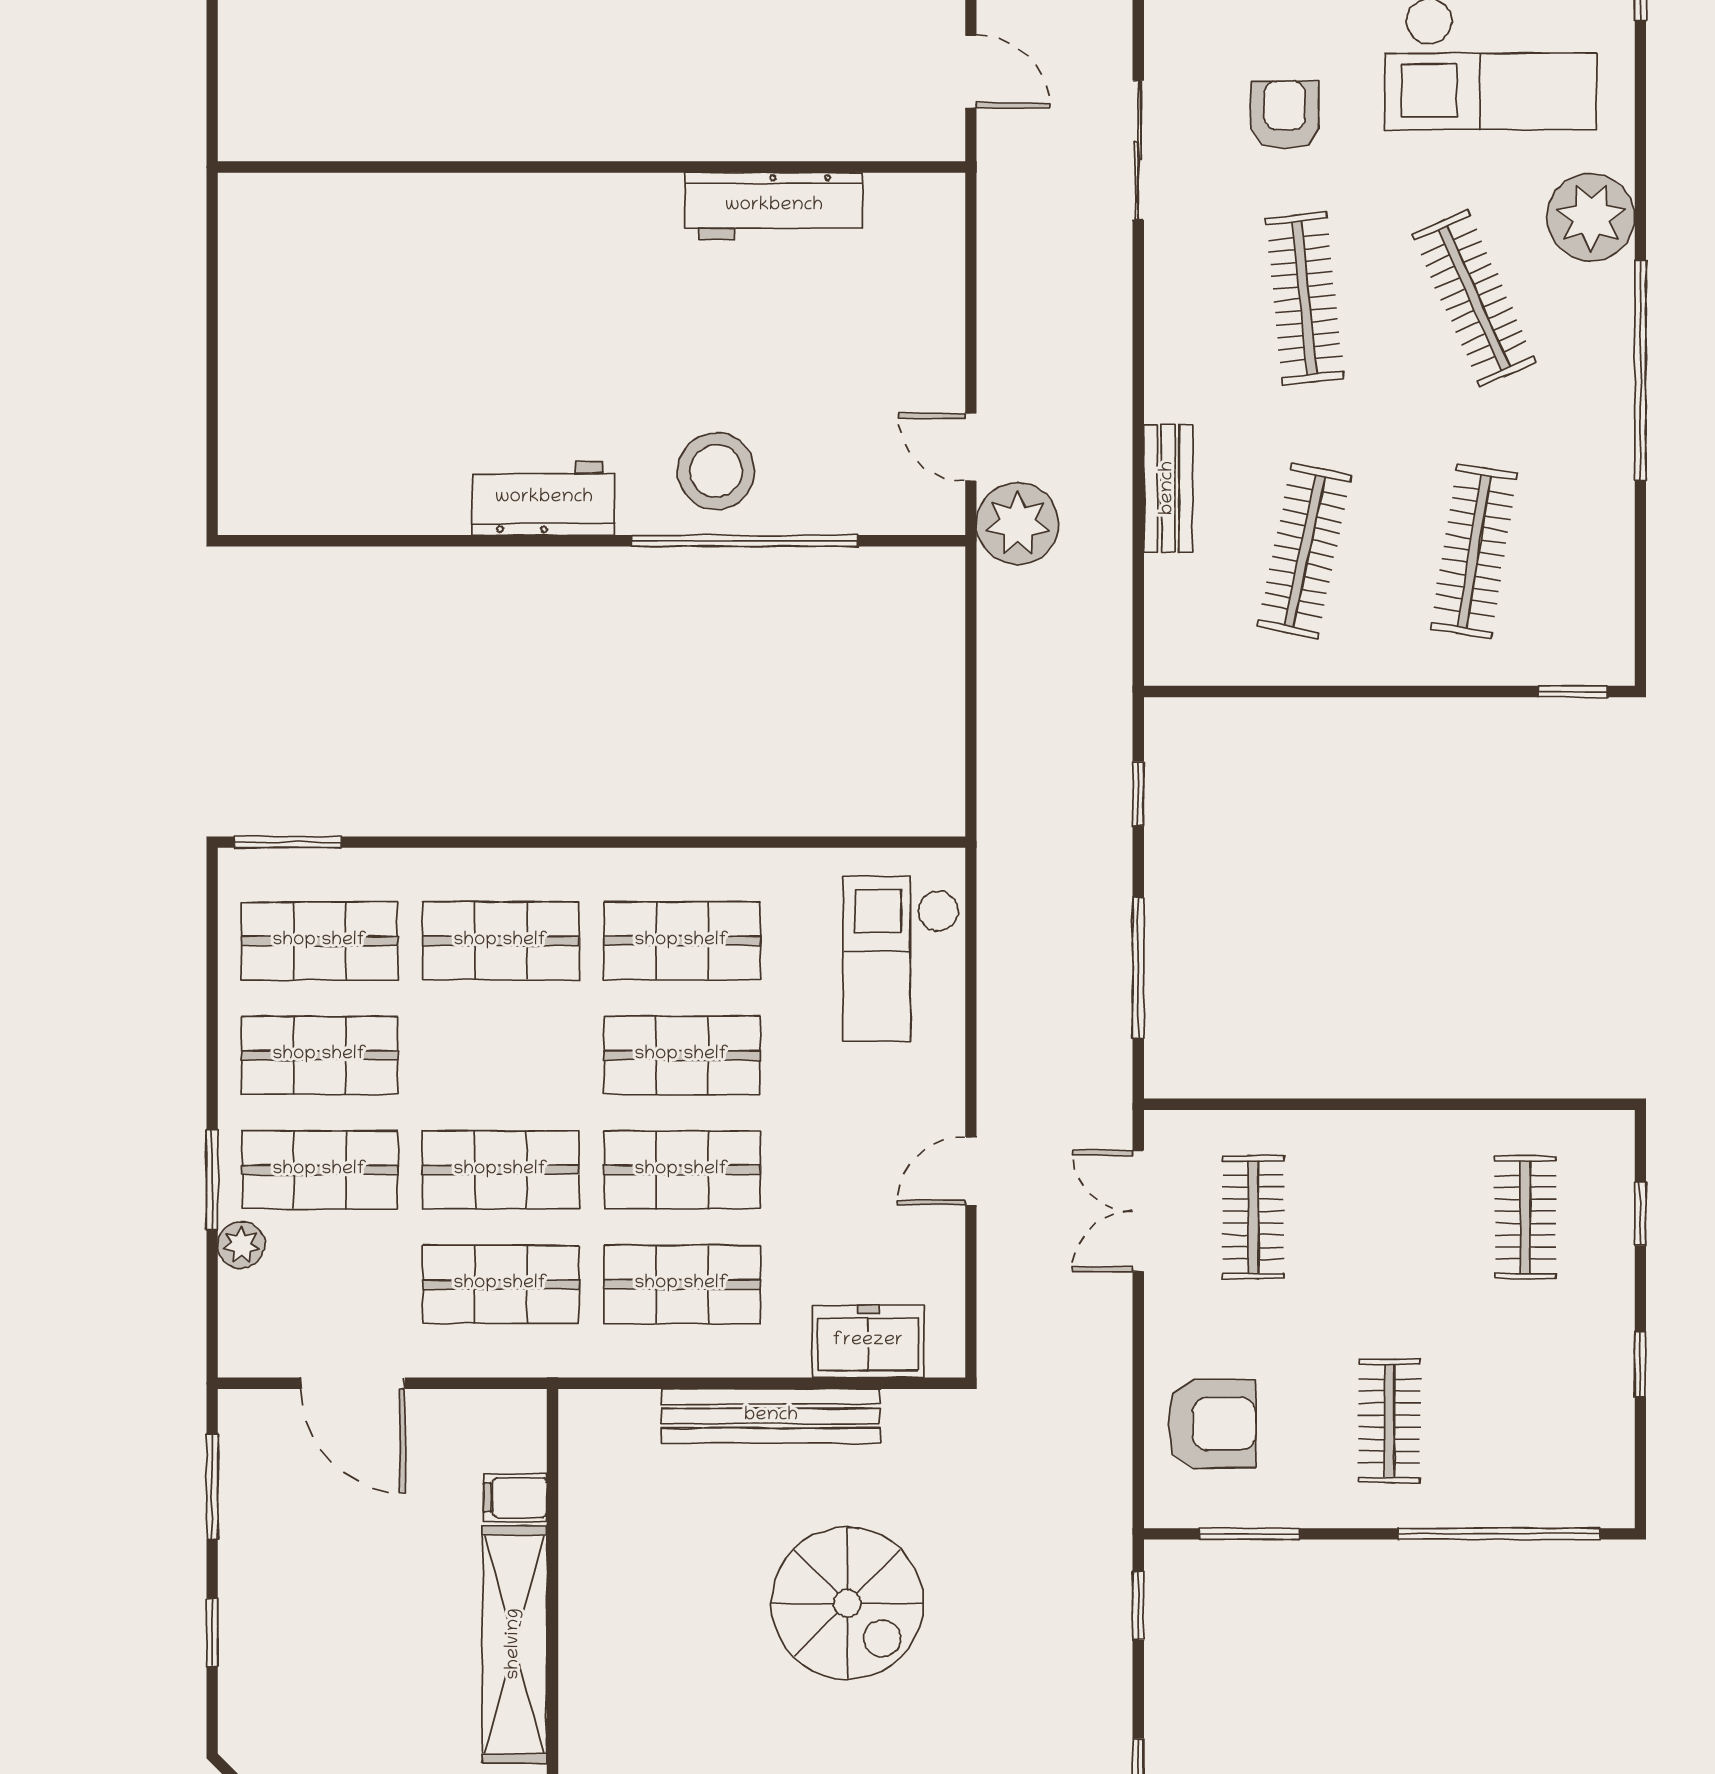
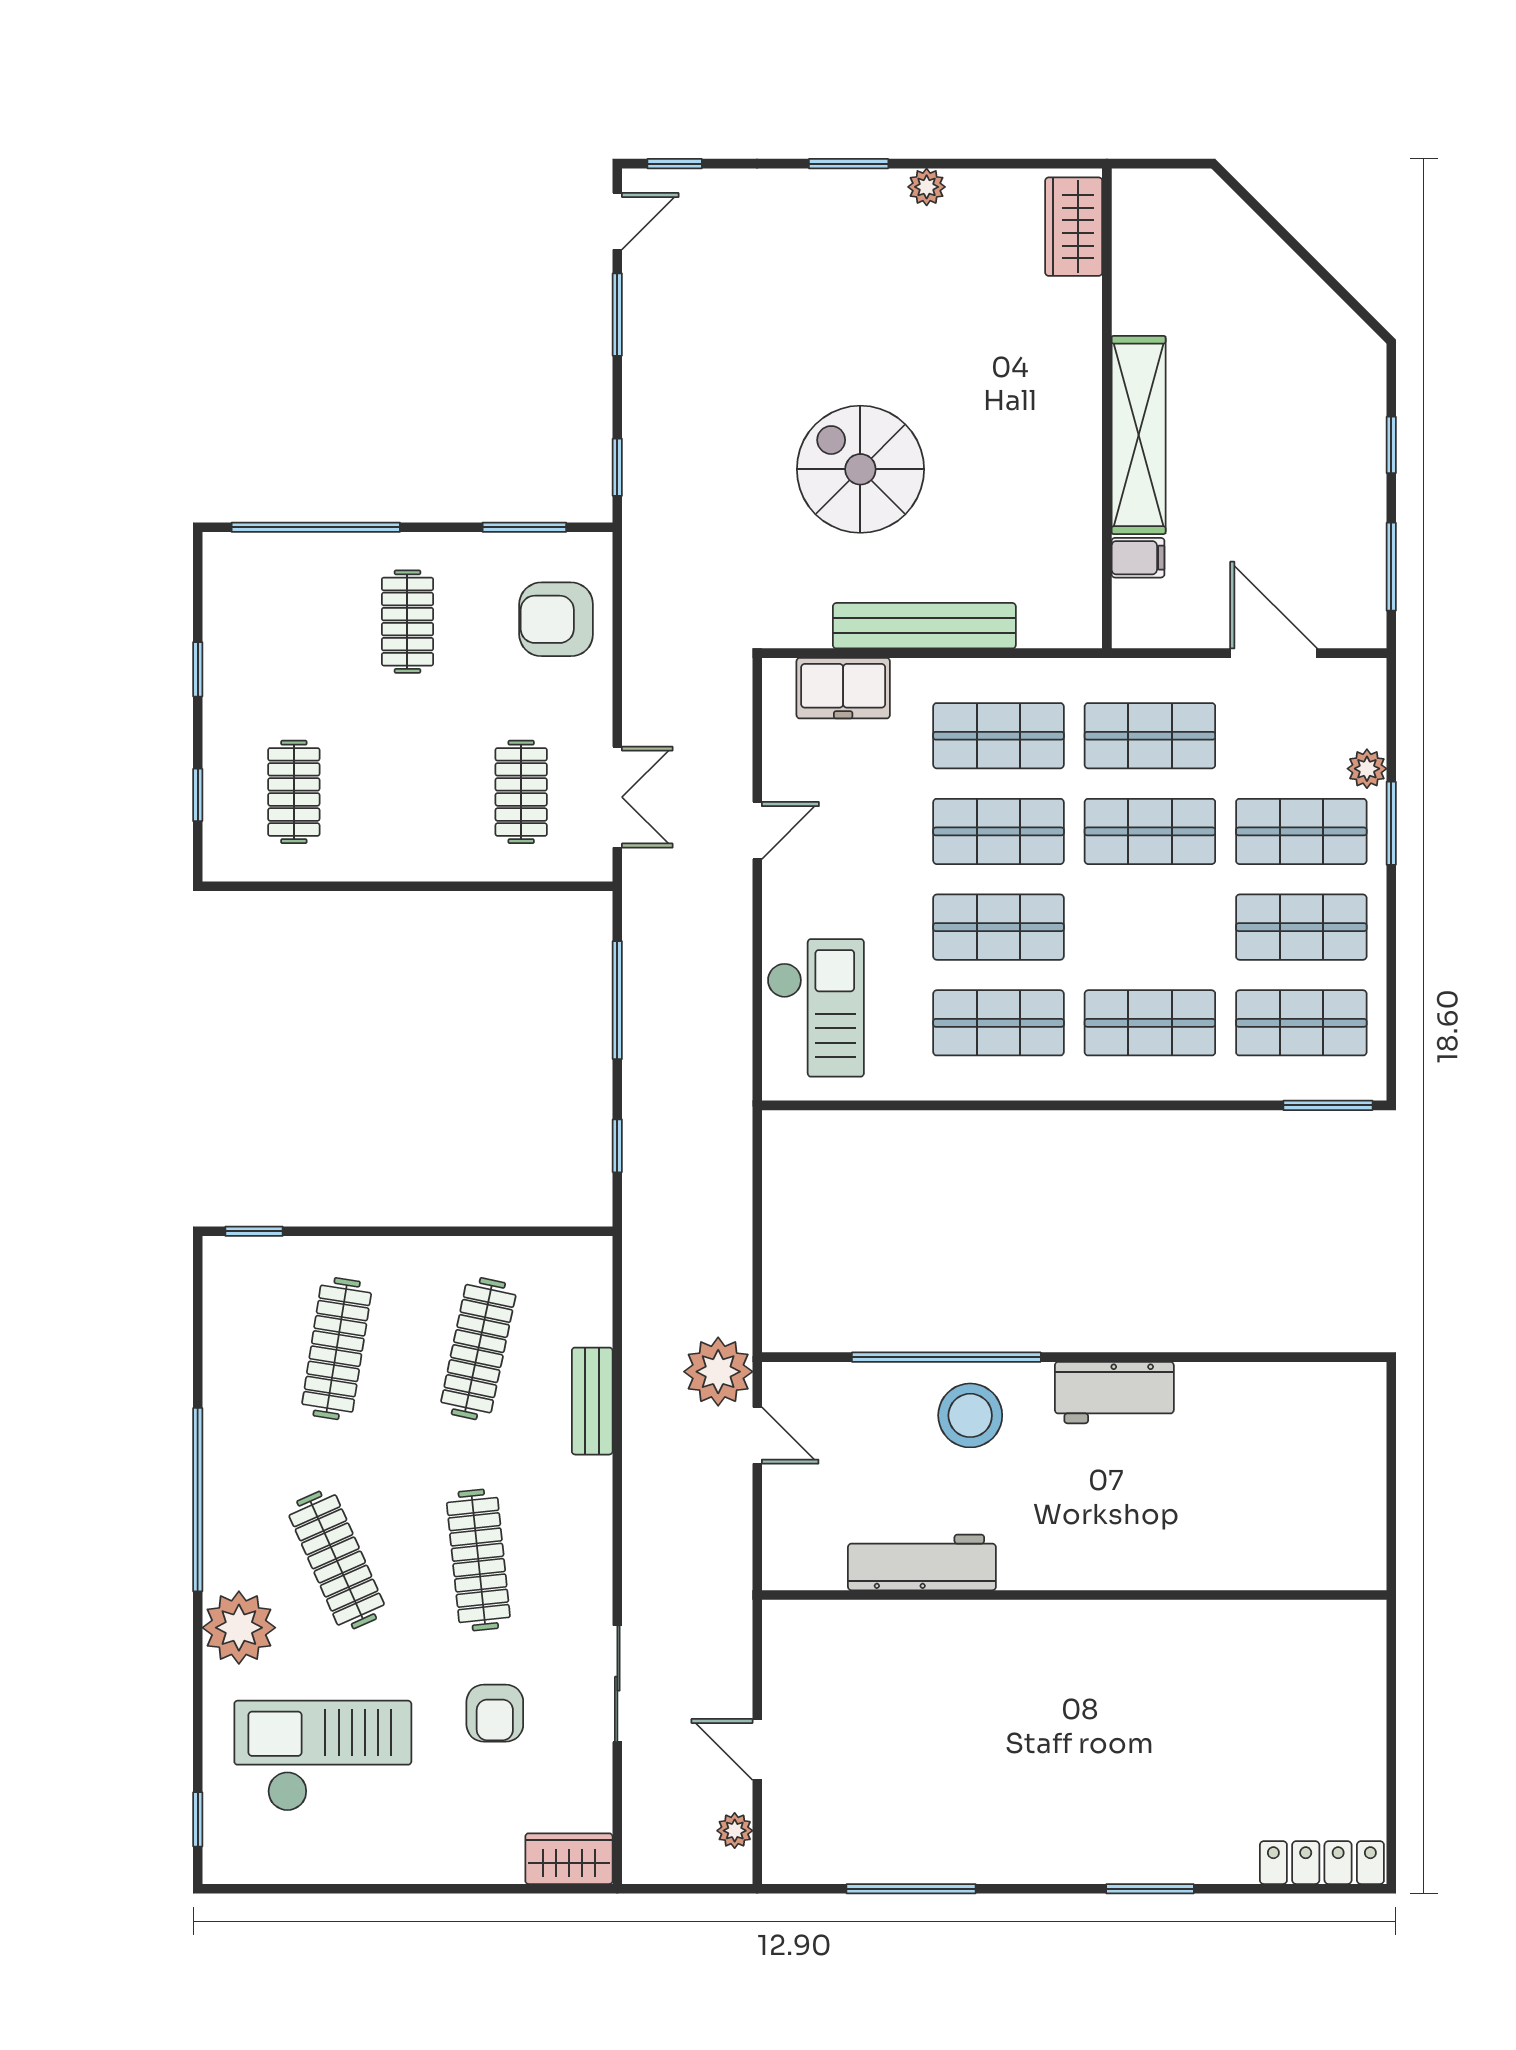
wall: (591, 167) -> (1074, 1595), moved
workbench: (774, 206) -> (922, 1562), moved

